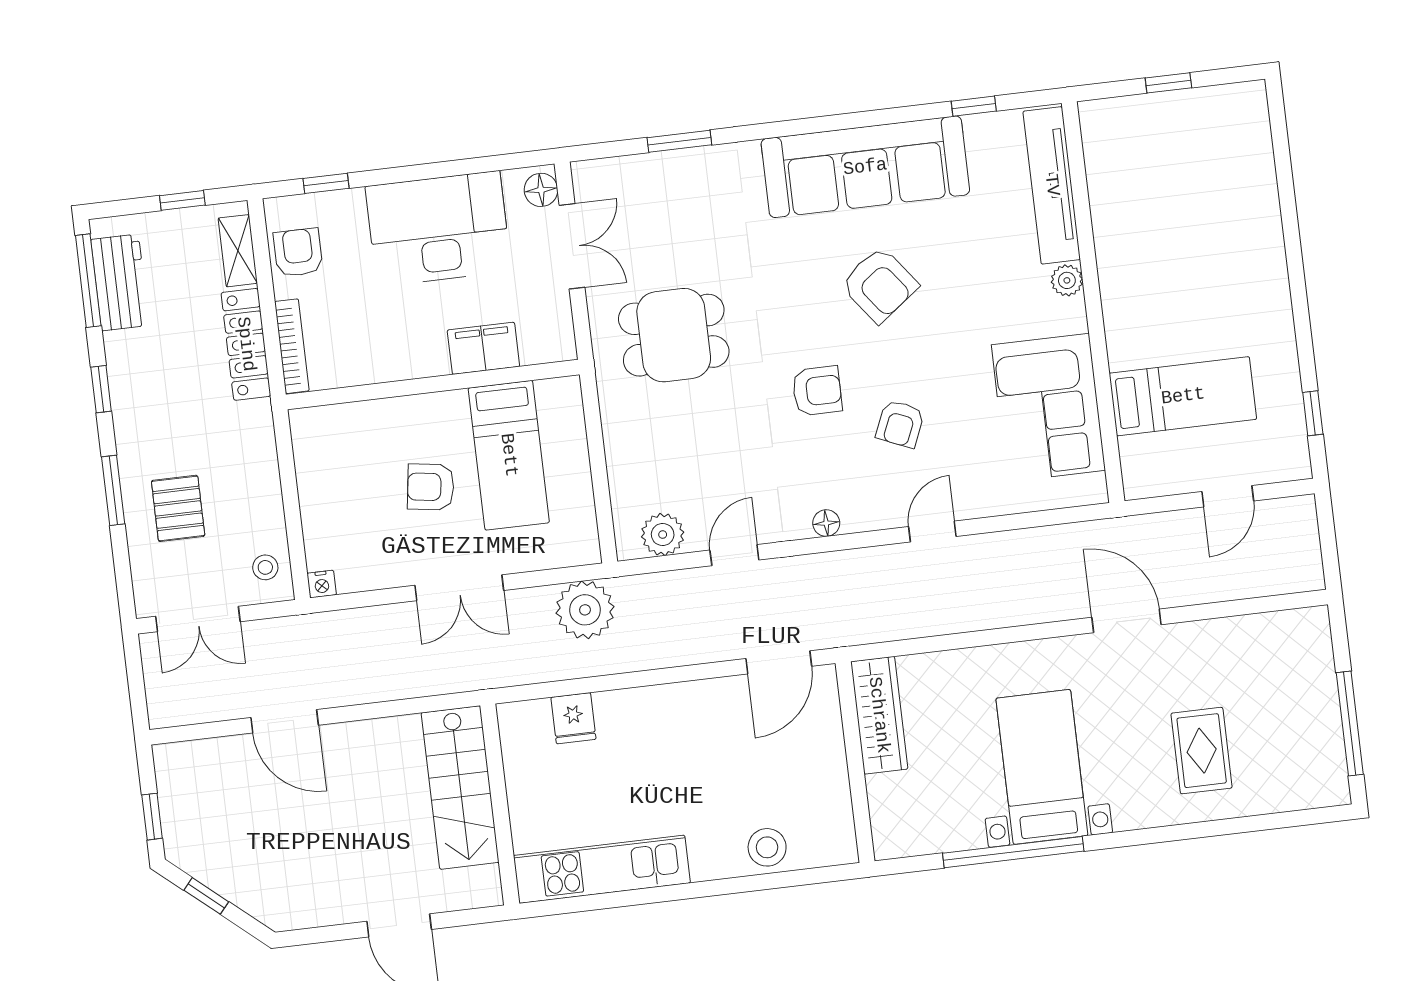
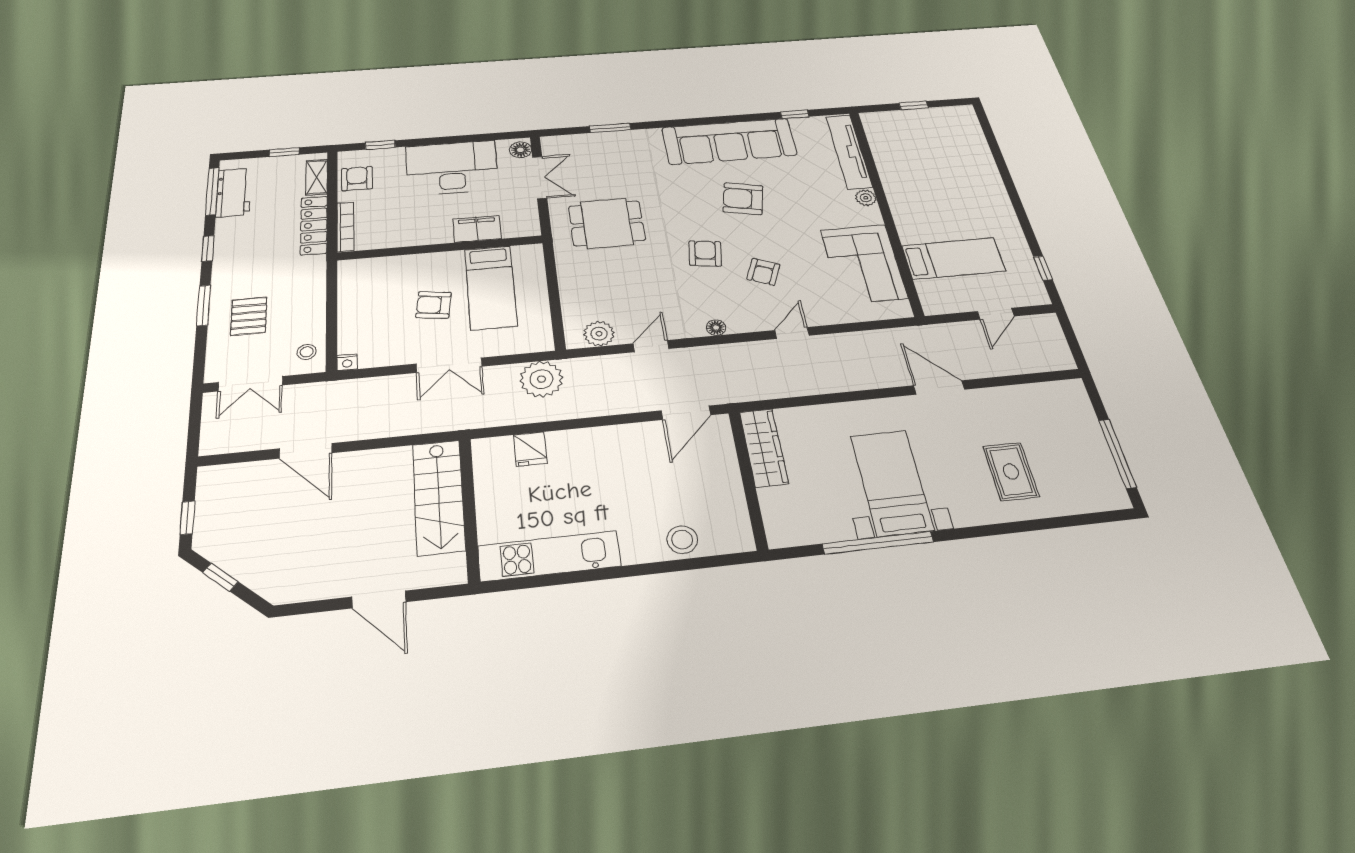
armchair: (879, 285) -> (743, 199), turned 139
armchair: (817, 391) -> (705, 253), turned -82

